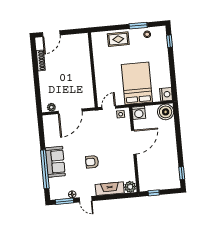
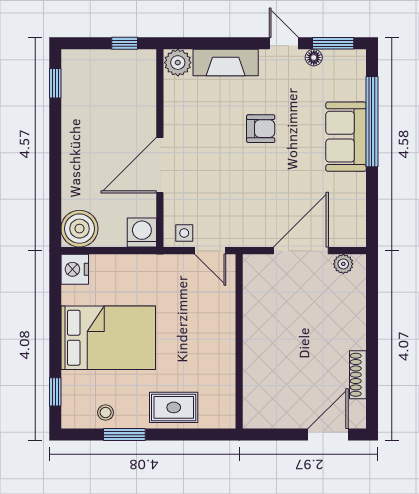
bed: (137, 83) -> (108, 338), moved, turned -90
door: (109, 108) -> (210, 251), hinge flipped

